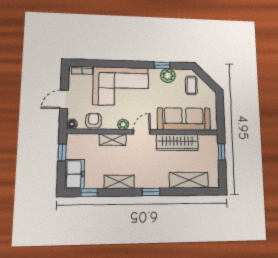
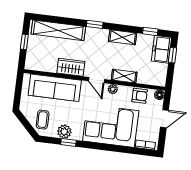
armchair: (94, 121) -> (140, 96), turned -89
door: (142, 132) -> (96, 80), hinge flipped
wardrobe: (177, 142) -> (71, 67), width x0.67
window: (62, 152) -> (173, 55), moved
window: (222, 152) -> (24, 42), moved
shelving: (189, 180) -> (58, 30), width x1.47

